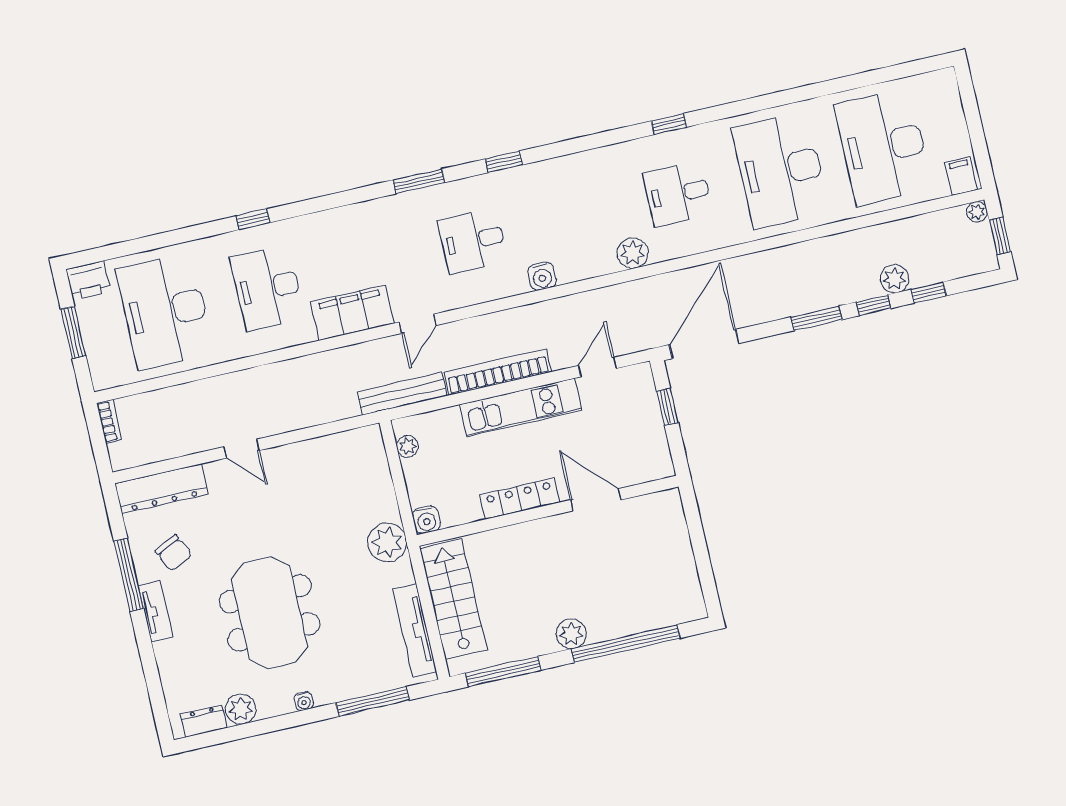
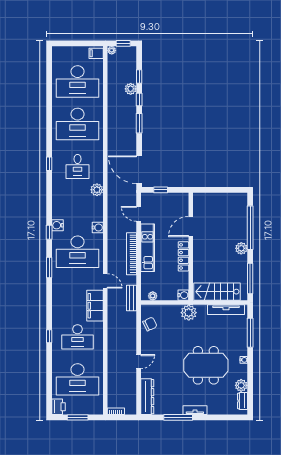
water cooler: (525, 178) -> (58, 225), added
desk: (473, 241) -> (78, 252), width x1.87, depth x1.30
bench: (402, 394) -> (131, 298), width x0.73
chair: (174, 553) -> (150, 324), moved

